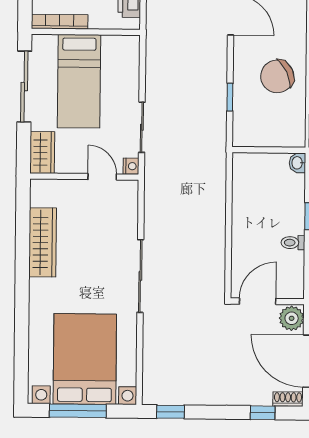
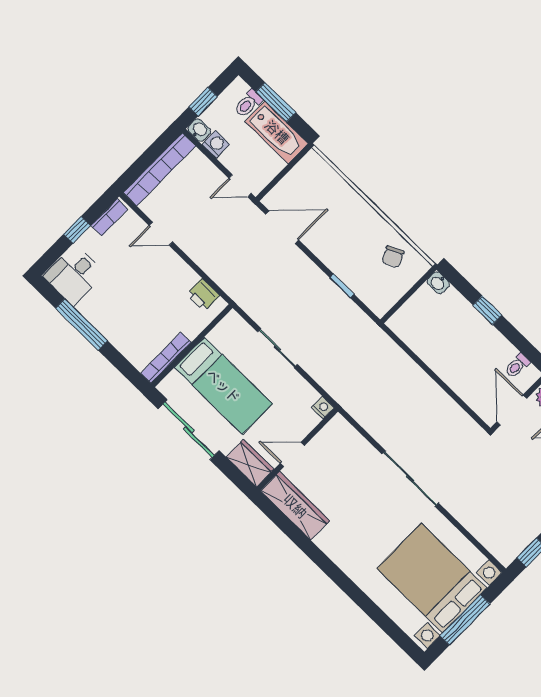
chair: (277, 76) -> (393, 257), moved, width x0.54, depth x0.54
sliding door: (142, 127) -> (277, 348), moved
door: (102, 177) -> (292, 454), moved
wardrobe: (43, 242) -> (295, 506), moved
toilet: (293, 243) -> (517, 366), moved

